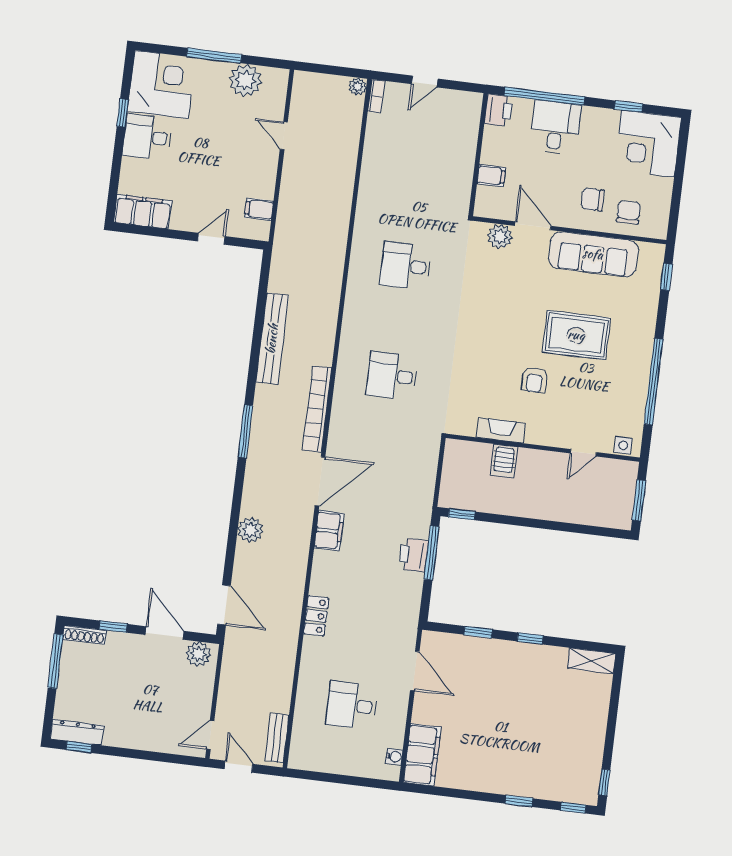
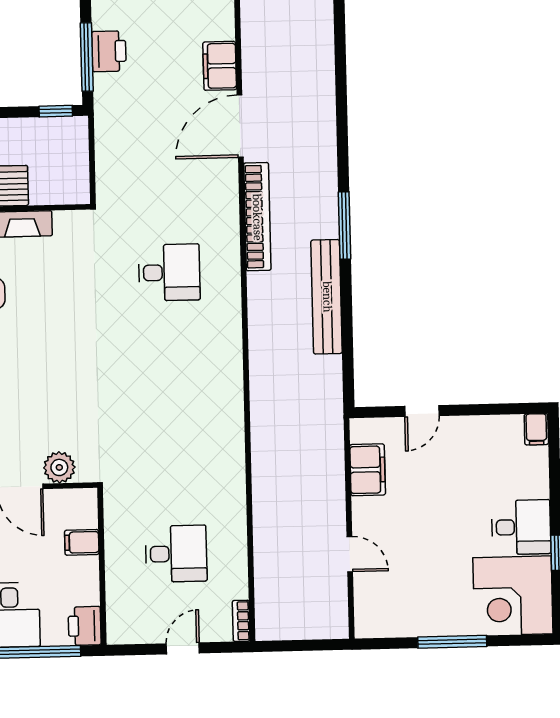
plant: (245, 80) -> (408, 616), removed
plant: (357, 86) -> (266, 630), removed
filing cabinet: (259, 209) -> (368, 470), width x2.00
filing cabinet: (143, 212) -> (536, 429), width x0.33, depth x0.86
desk: (406, 266) -> (176, 554), moved
window: (245, 431) -> (345, 226), moved
plant: (250, 530) -> (319, 52), removed

